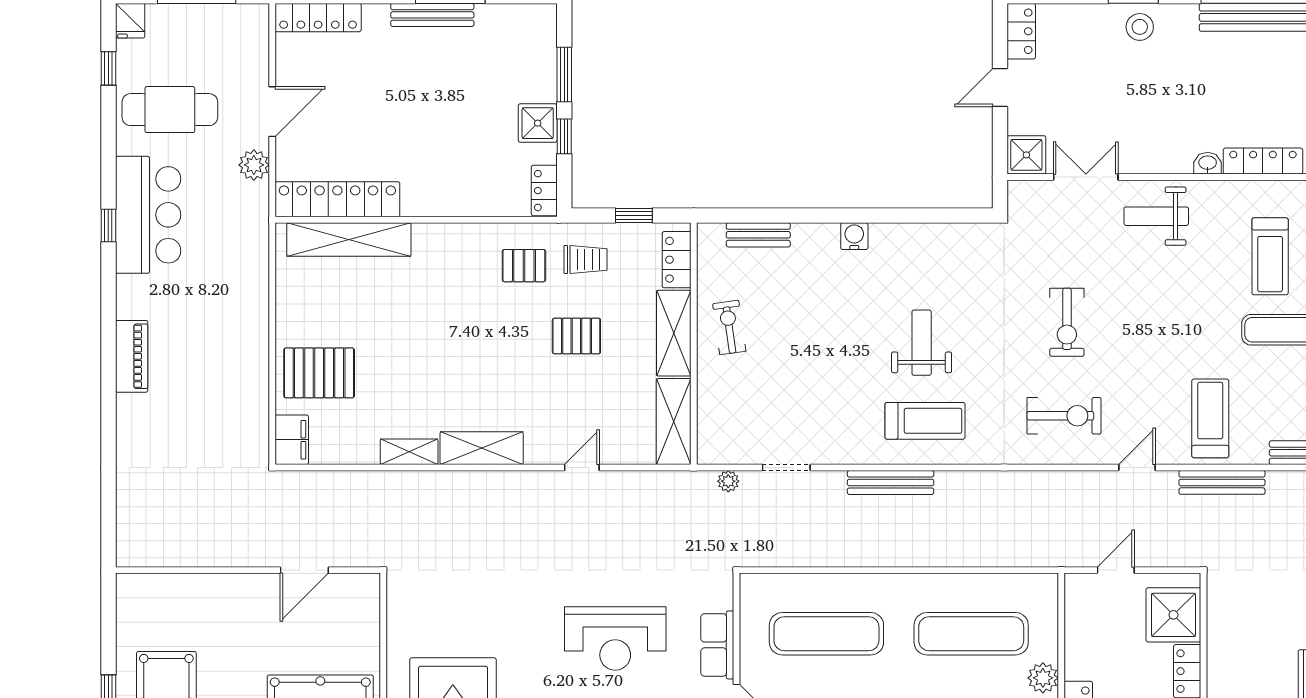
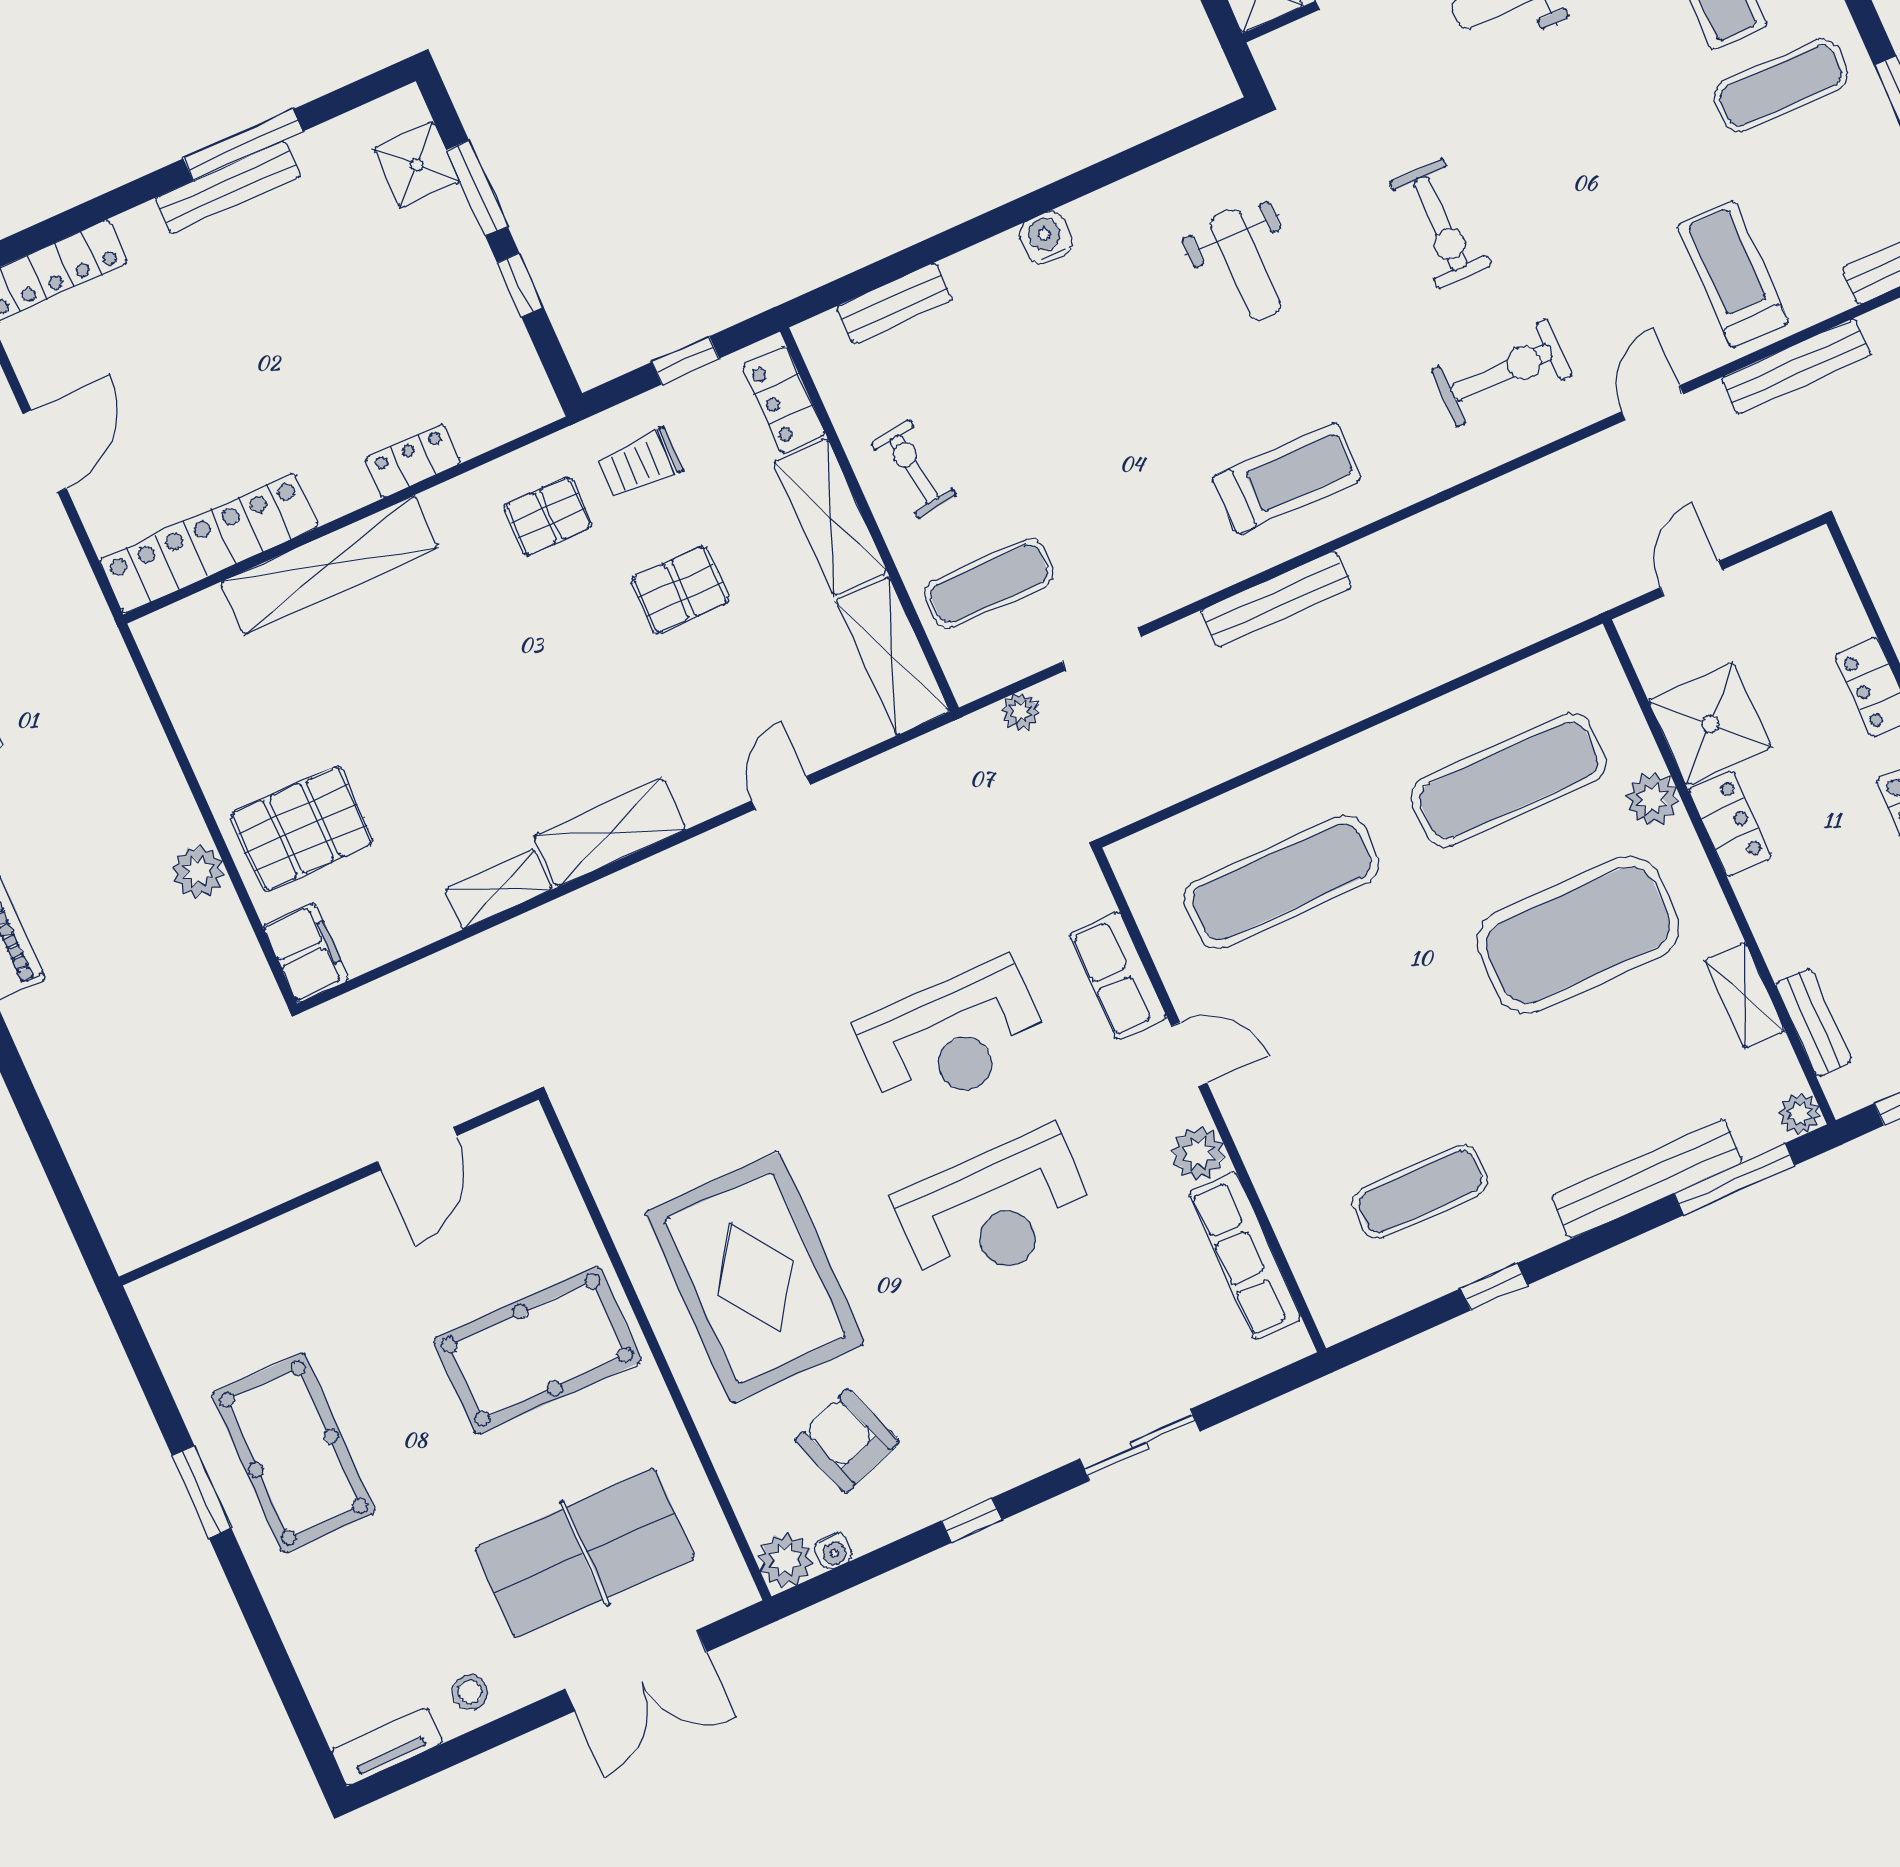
shower: (538, 123) -> (417, 165), moved
plant: (254, 165) -> (198, 871), moved
locker: (544, 191) -> (413, 461), moved, turned 90
shelving: (349, 240) -> (330, 565), moved
trolley: (586, 260) -> (640, 463), turned 180
weight bench: (922, 343) -> (1245, 265), moved, turned 180
exercise mat: (742, 406) -> (989, 583), added
shower: (1173, 615) -> (1710, 724), moved

